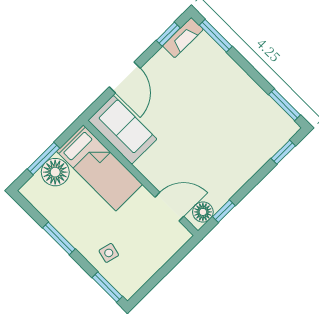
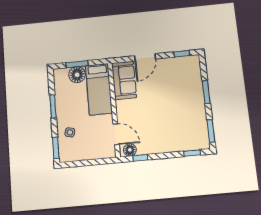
window: (216, 36) -> (206, 92), moved
fireplace: (183, 38) -> (187, 61), removed

